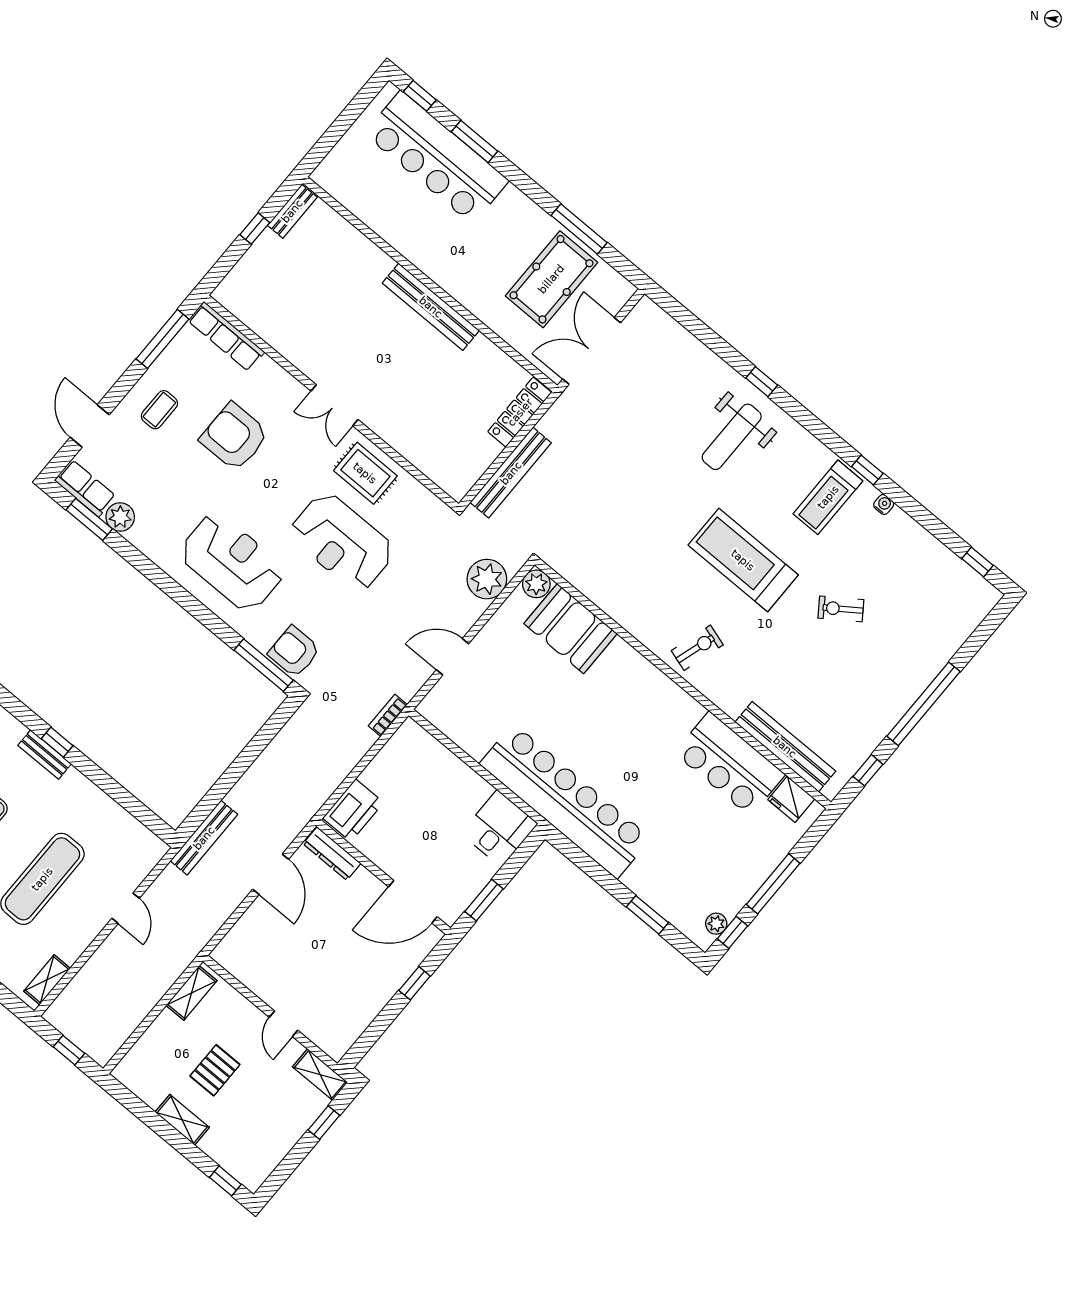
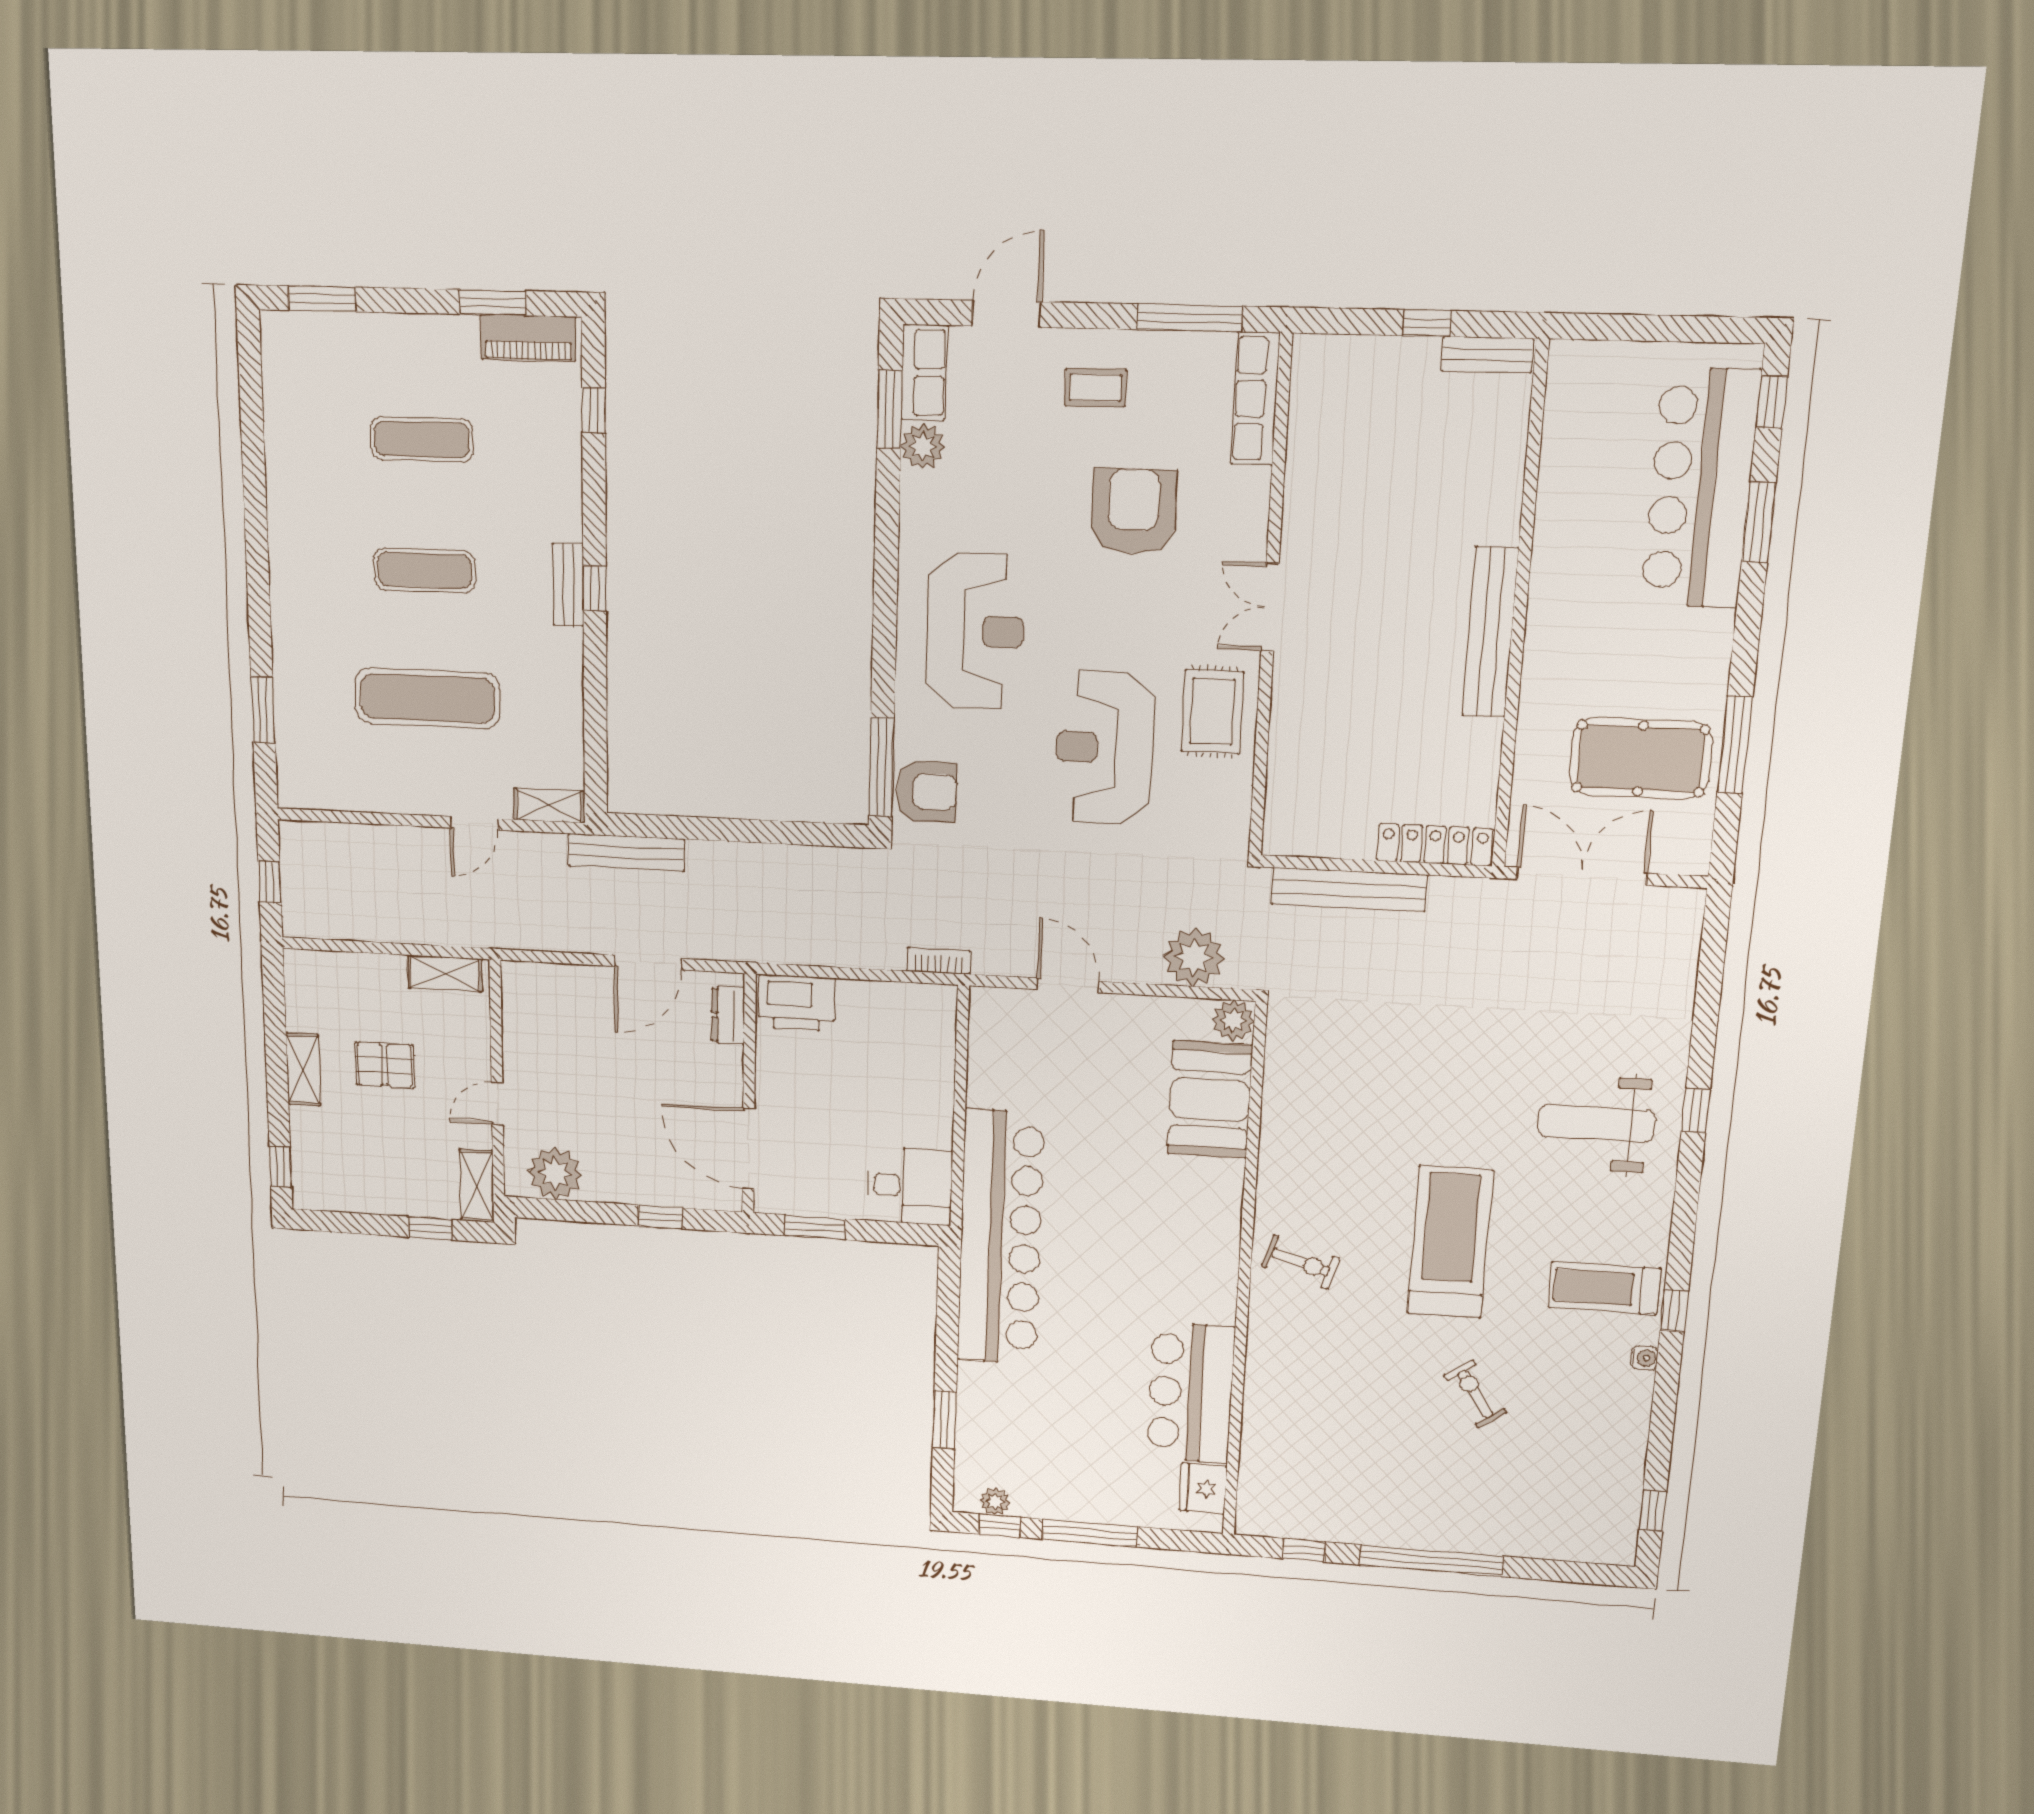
armchair: (294, 652) -> (926, 792), turned 90
bench: (785, 747) -> (1260, 1441), removed
dresser: (332, 854) -> (728, 1016), width x0.70
shelving: (47, 980) -> (549, 805), moved
plant: (346, 1023) -> (555, 1173), added

